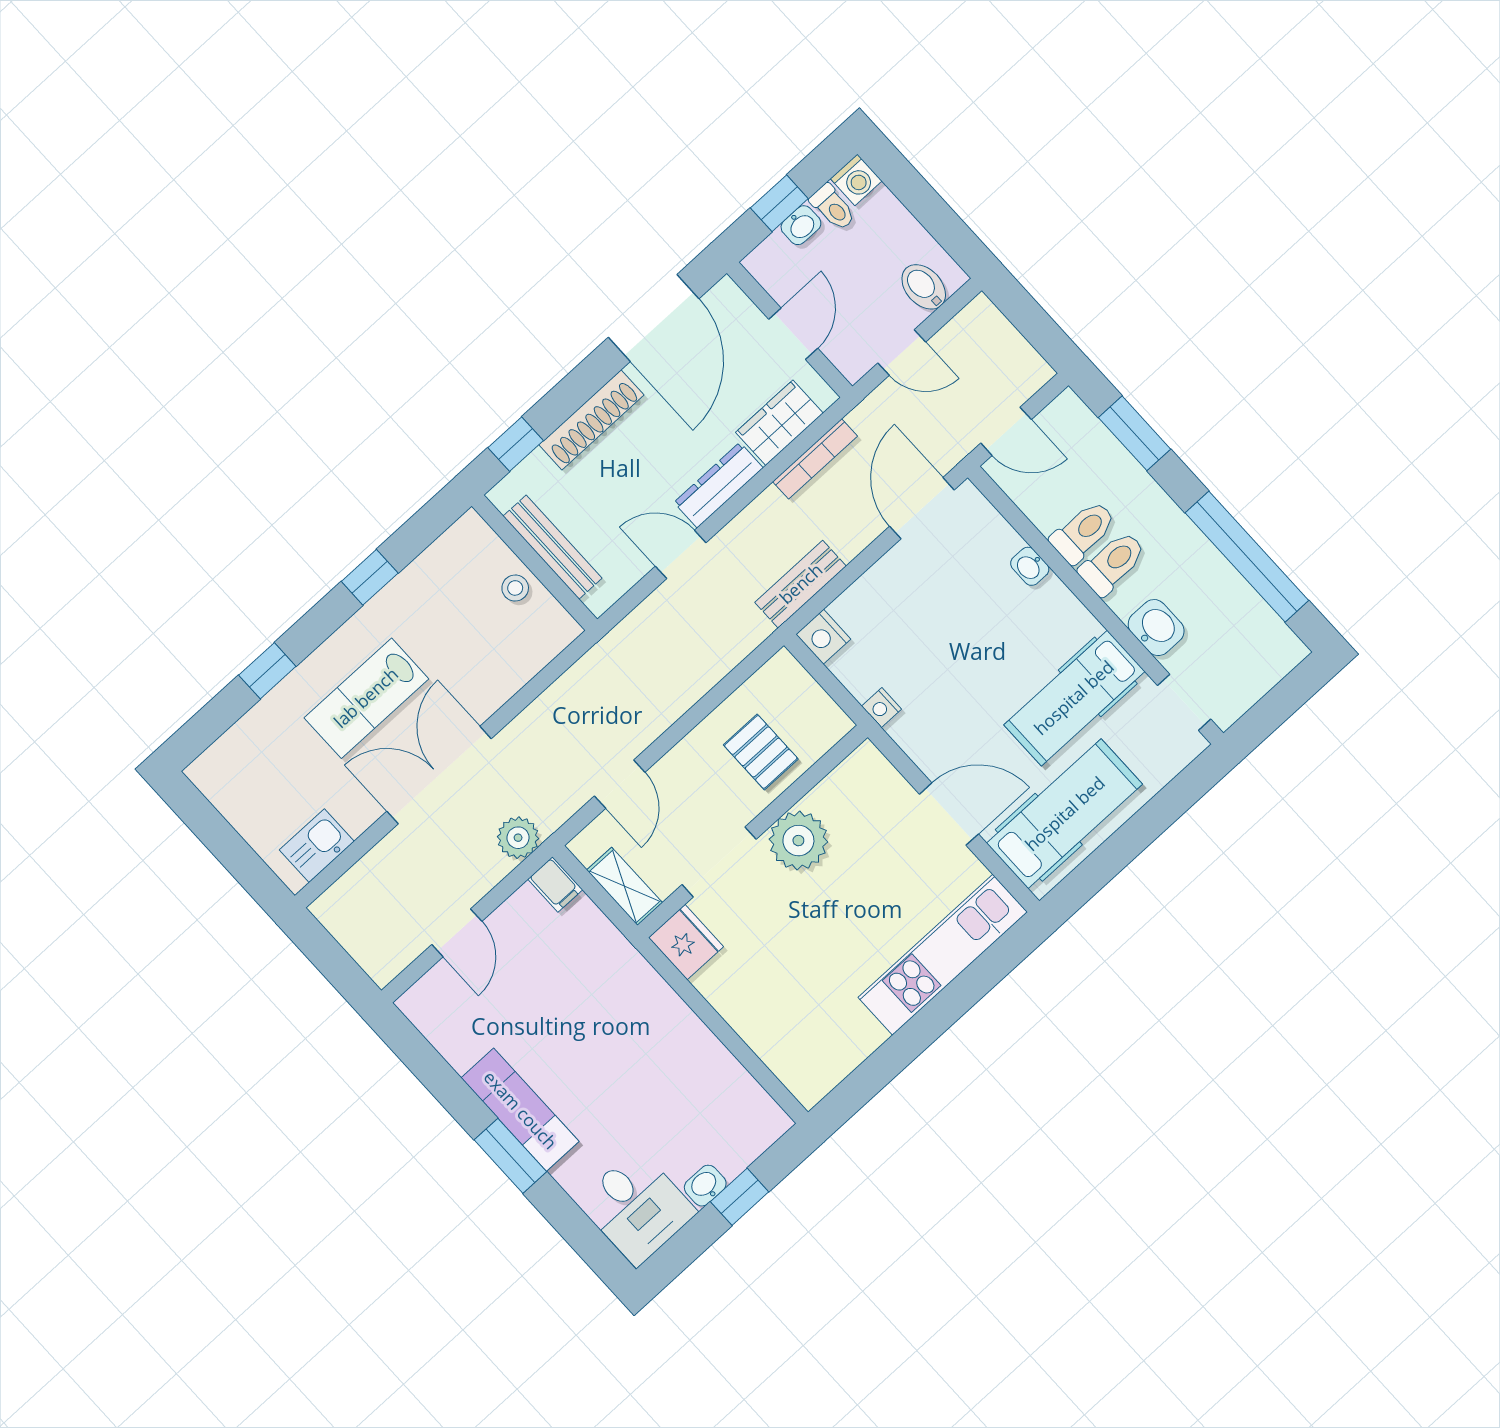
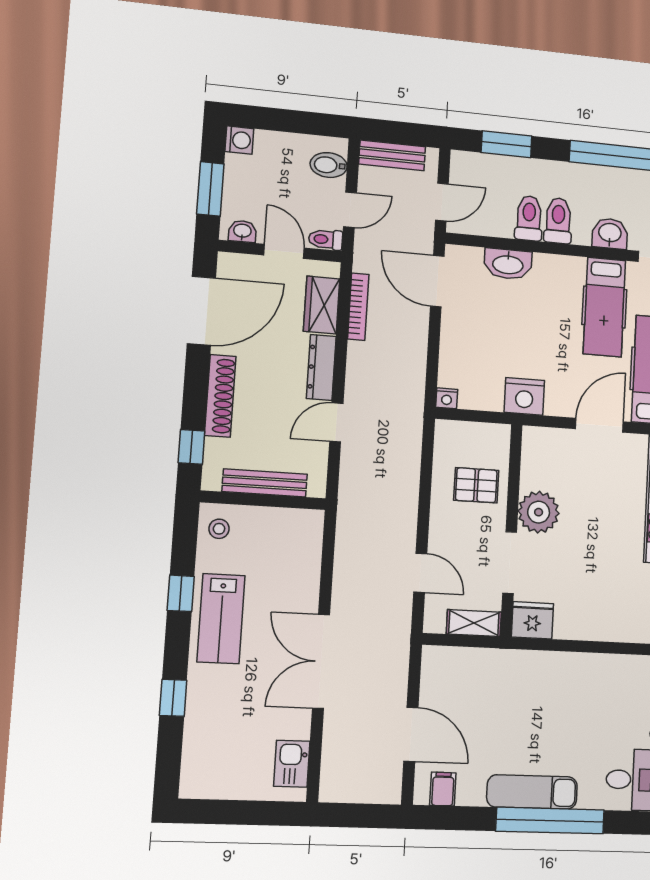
window: (779, 203) -> (210, 189), width x1.50
toilet: (833, 207) -> (326, 239), moved, turned 180
washbasin: (801, 225) -> (242, 231), moved, turned -90
door: (654, 318) -> (201, 311), hinge flipped
washbasin: (1030, 566) -> (508, 264), width x1.91, depth x1.45
bench: (801, 584) -> (392, 155), moved, turned 90
stool: (515, 588) -> (219, 529), moved
nightstand: (823, 637) -> (447, 398), width x0.72, depth x0.74
lab bench: (366, 698) -> (221, 619), moved
nightstand: (881, 708) -> (524, 396), width x1.89, depth x1.79
plant: (518, 838) -> (395, 653), removed
filing cabinet: (555, 884) -> (443, 789), moved, turned -90
door: (457, 933) -> (411, 734), width x1.38
window: (510, 1156) -> (550, 821), width x2.11

